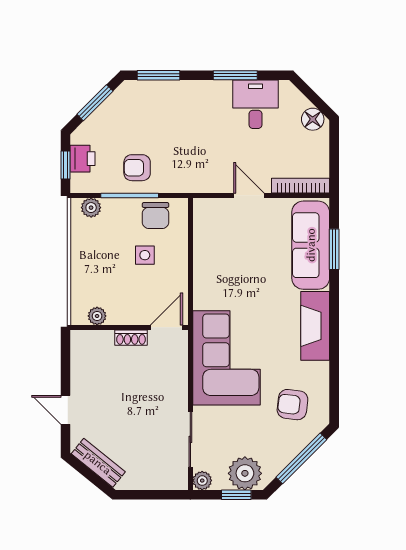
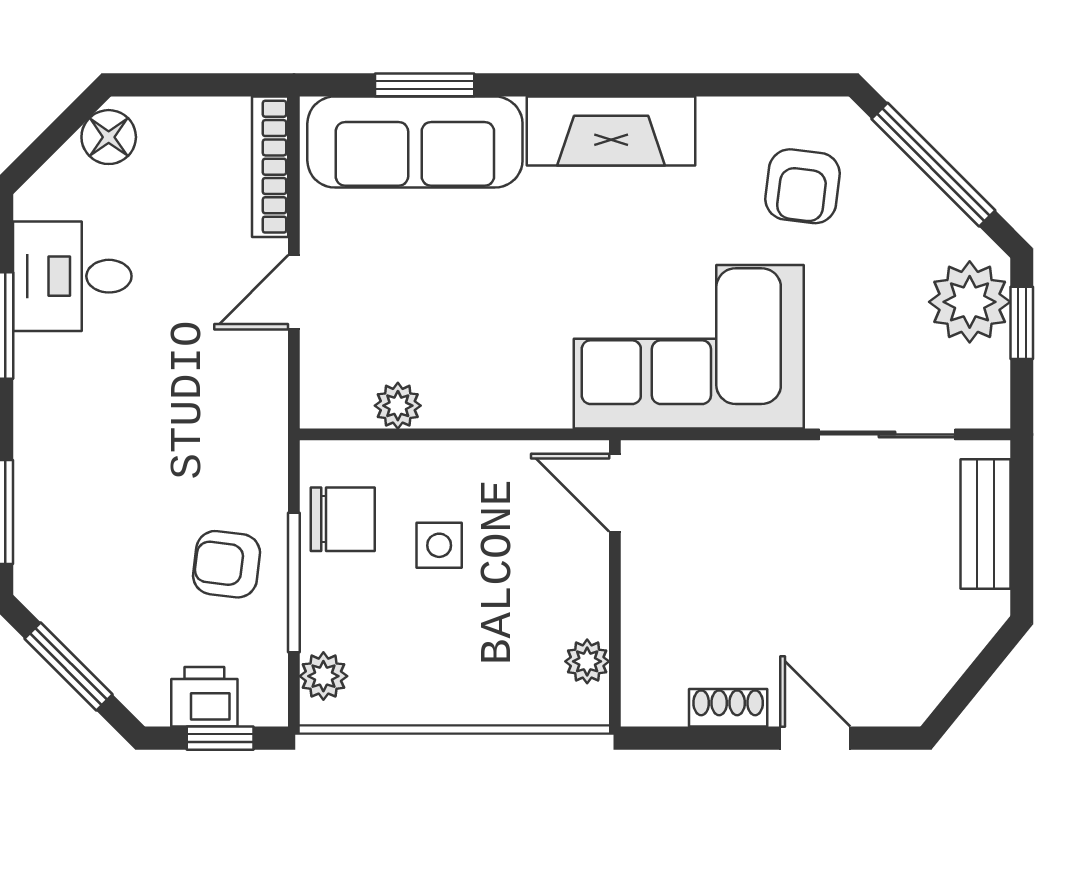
armchair: (137, 168) -> (227, 564), turned 97
shoe rack: (131, 338) -> (728, 708), moved, turned -90
door: (65, 410) -> (815, 738), swing flipped
bench: (98, 463) -> (986, 524), moved, turned -39
plant: (202, 481) -> (398, 406), moved

